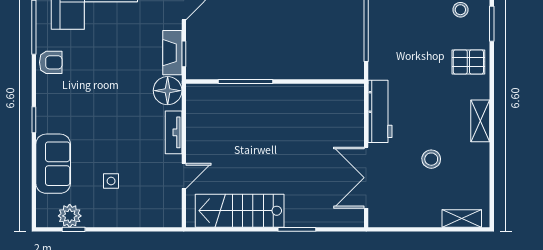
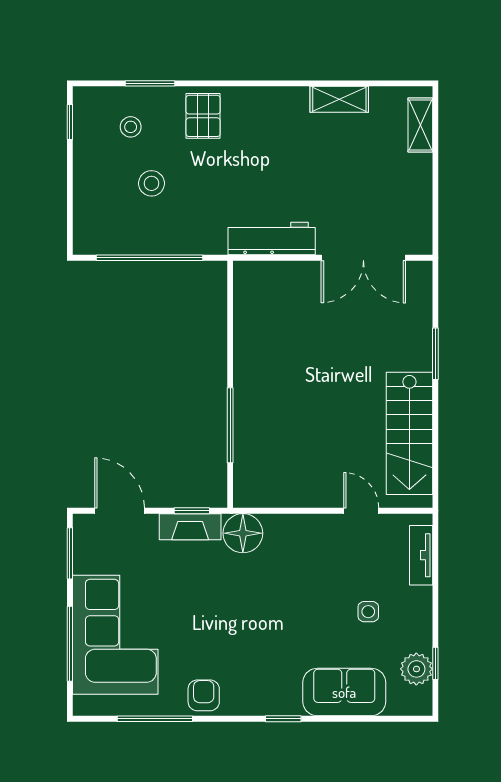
shelving: (480, 121) -> (339, 99), moved
tv unit: (174, 132) -> (421, 555), moved, turned 90
stool: (431, 159) -> (152, 183), moved

